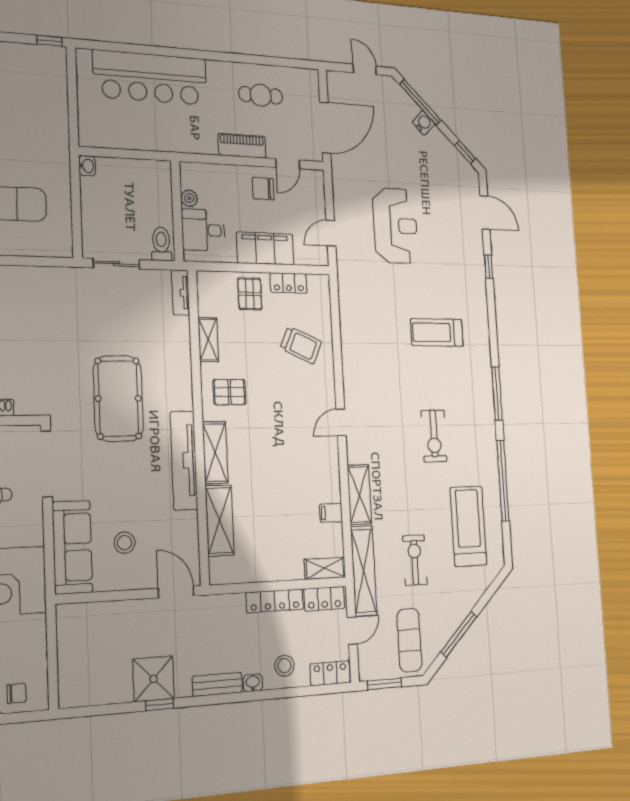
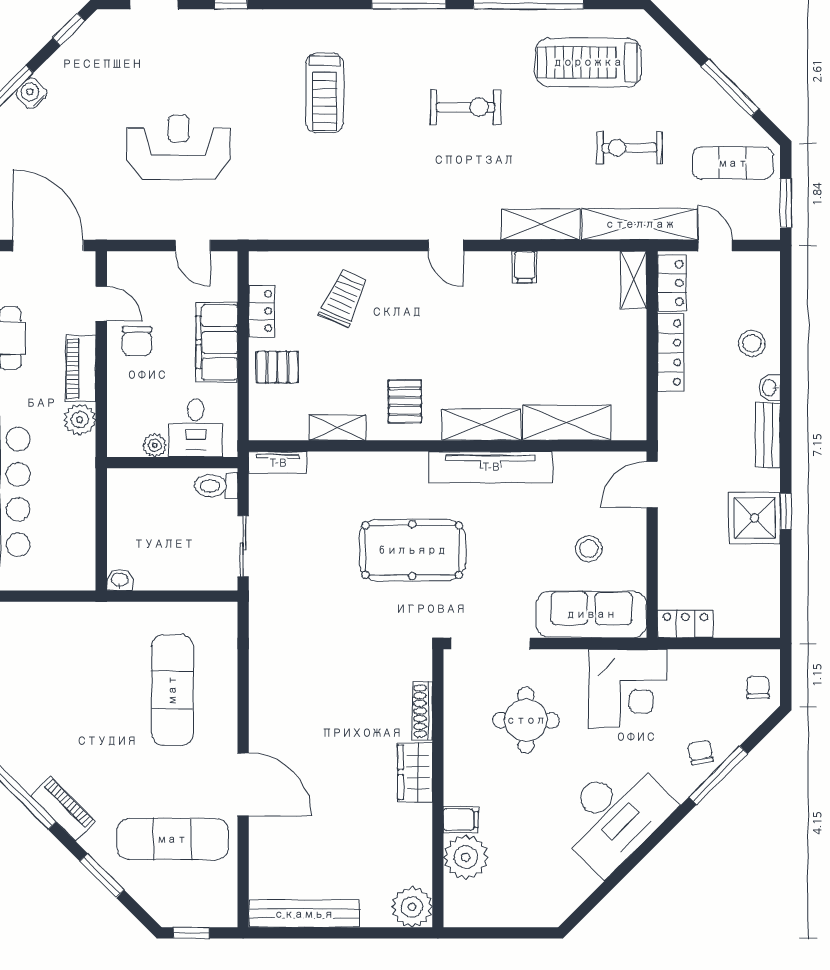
plant: (206, 143) -> (80, 420), added
filing cabinet: (331, 513) -> (525, 267), moved
locker: (330, 673) -> (685, 624), moved, turned 90

